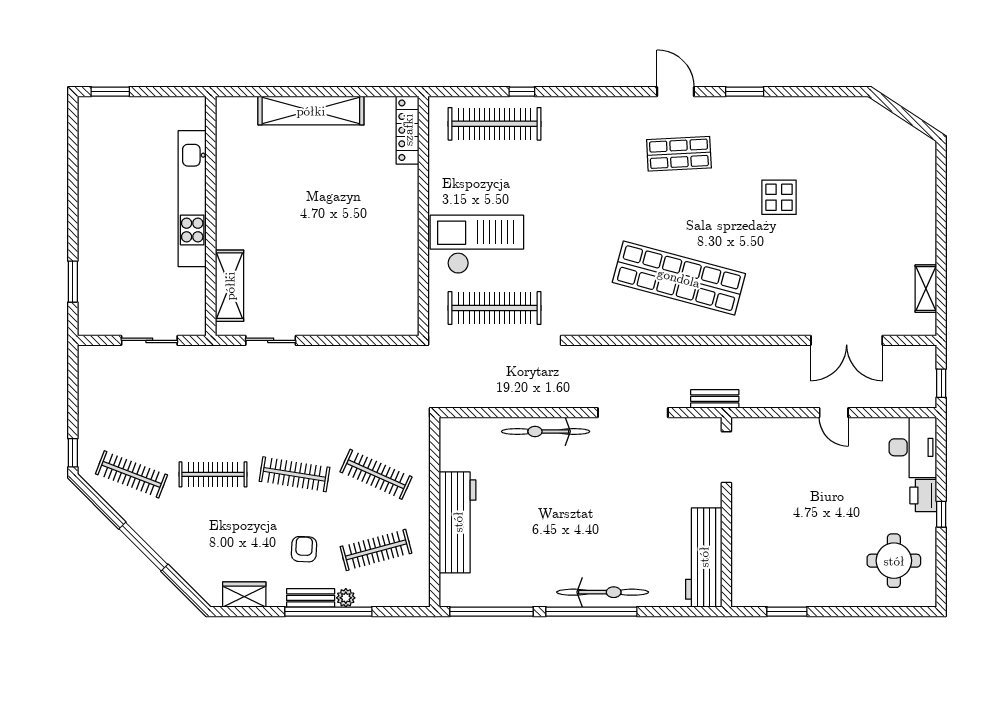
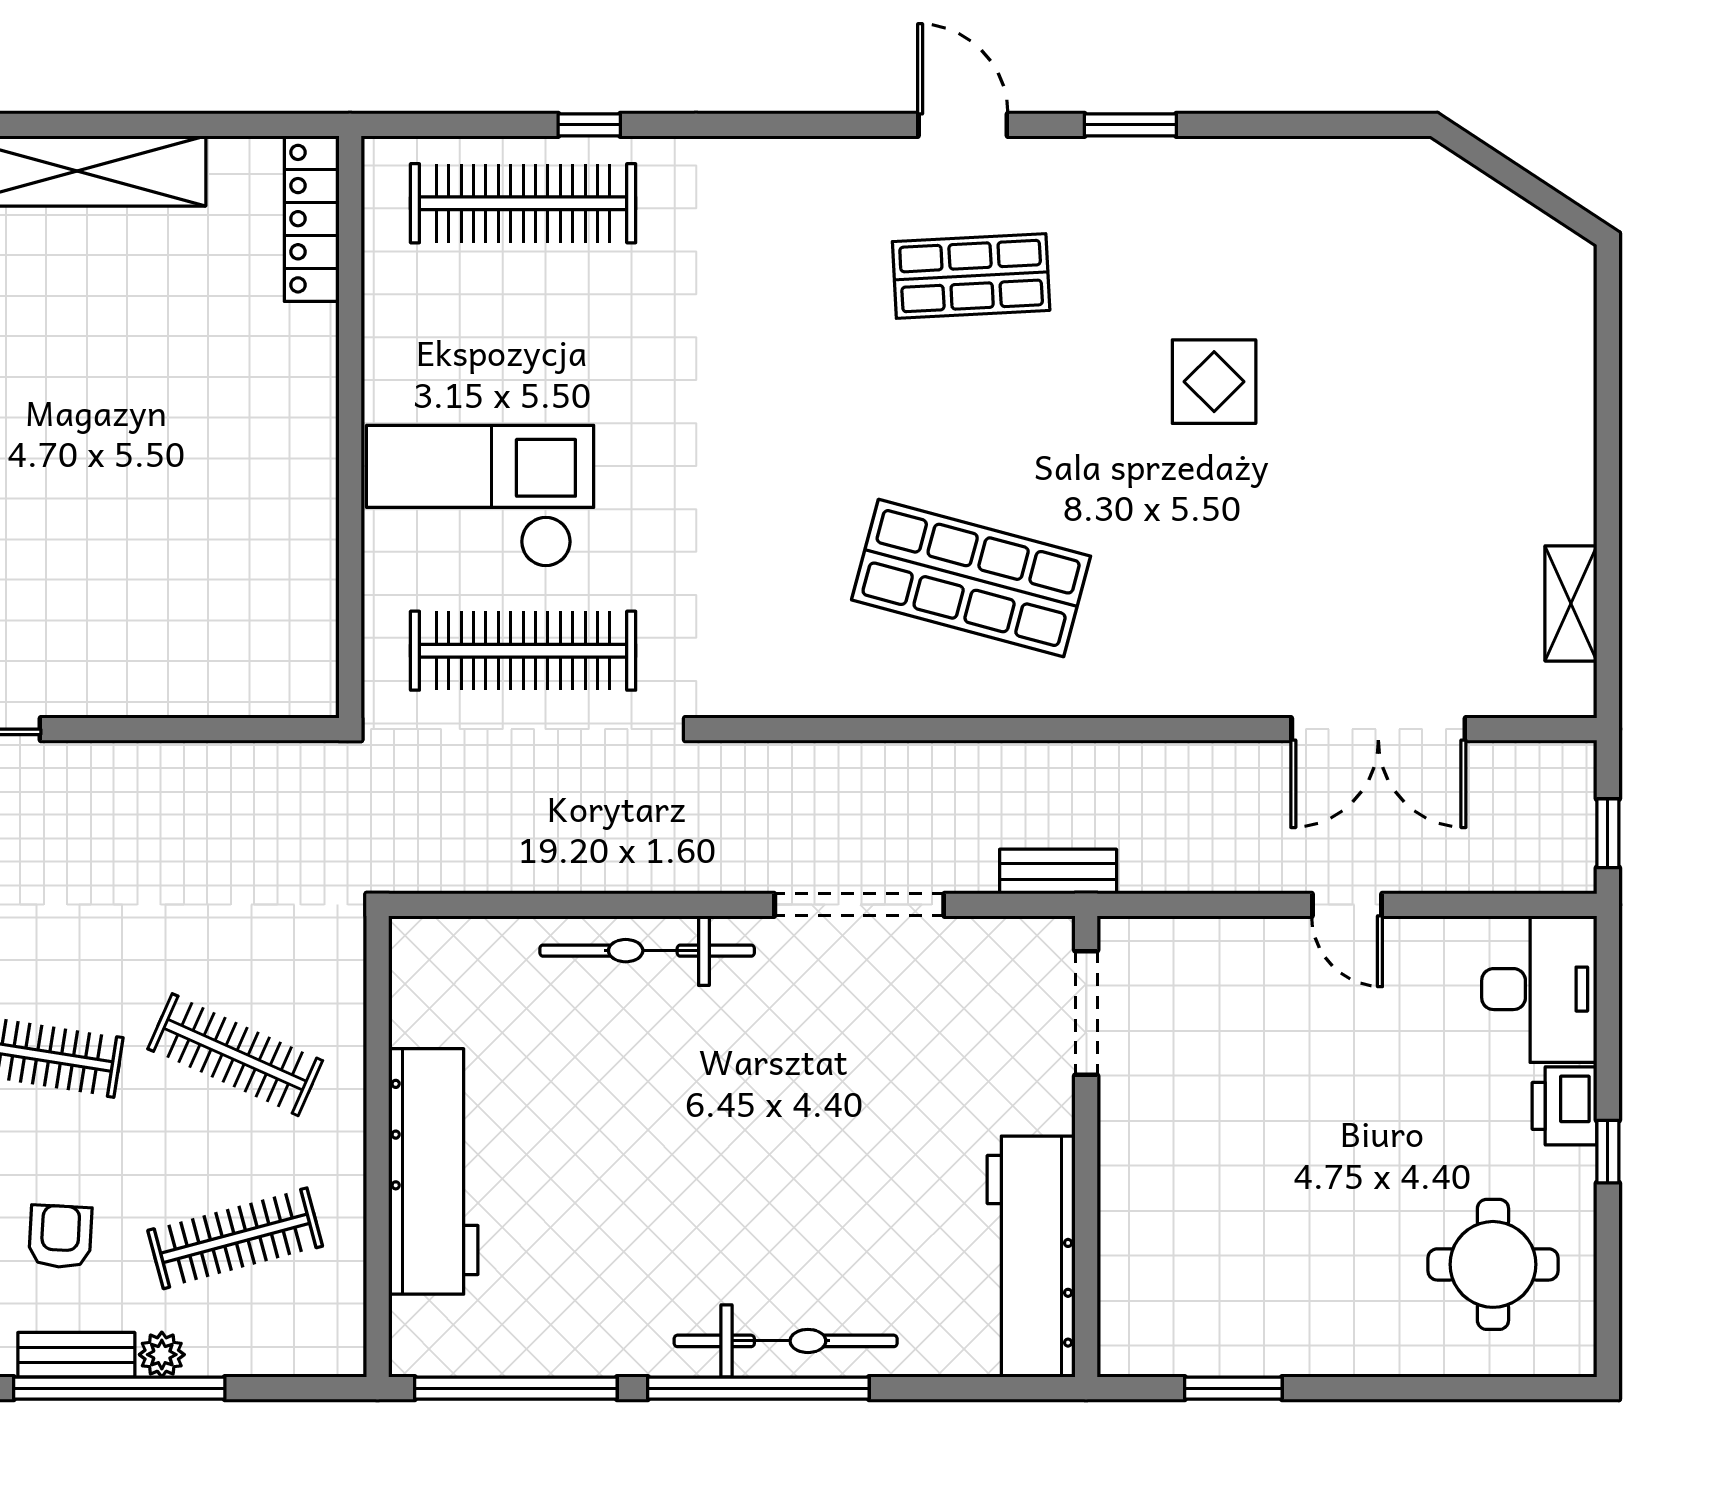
shop shelf: (679, 278) -> (971, 578), width x0.71

